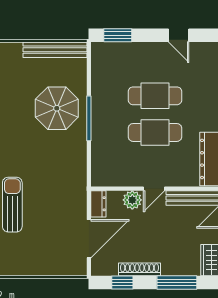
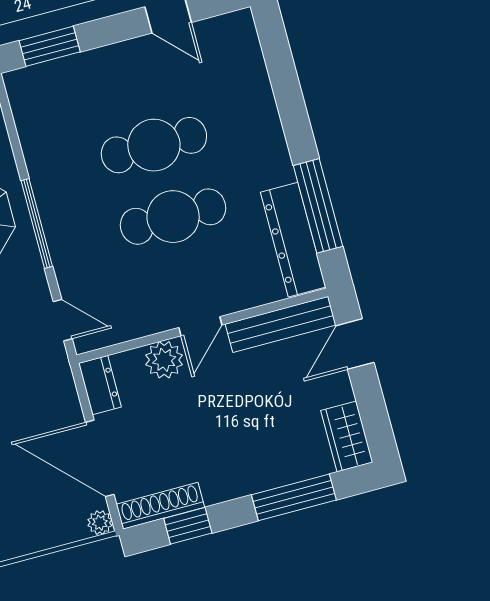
door: (89, 168) -> (63, 320), added
door: (89, 239) -> (100, 458), swing flipped
shoe rack: (140, 269) -> (160, 506), moved
plant: (81, 270) -> (100, 523), added

